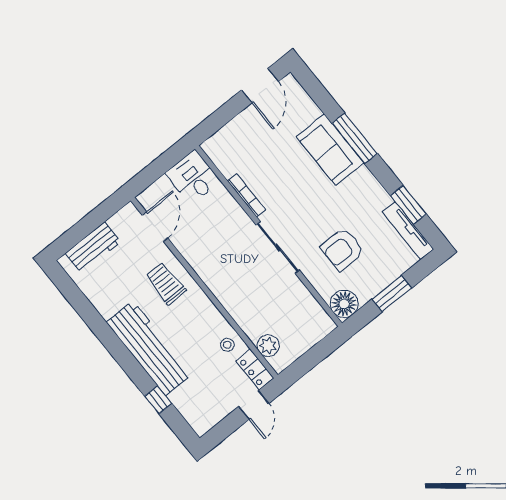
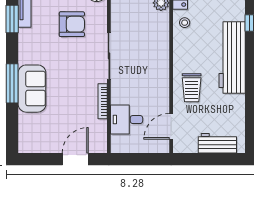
door: (260, 86) -> (75, 159), moved
desk: (193, 177) -> (127, 120), moved, turned 90

